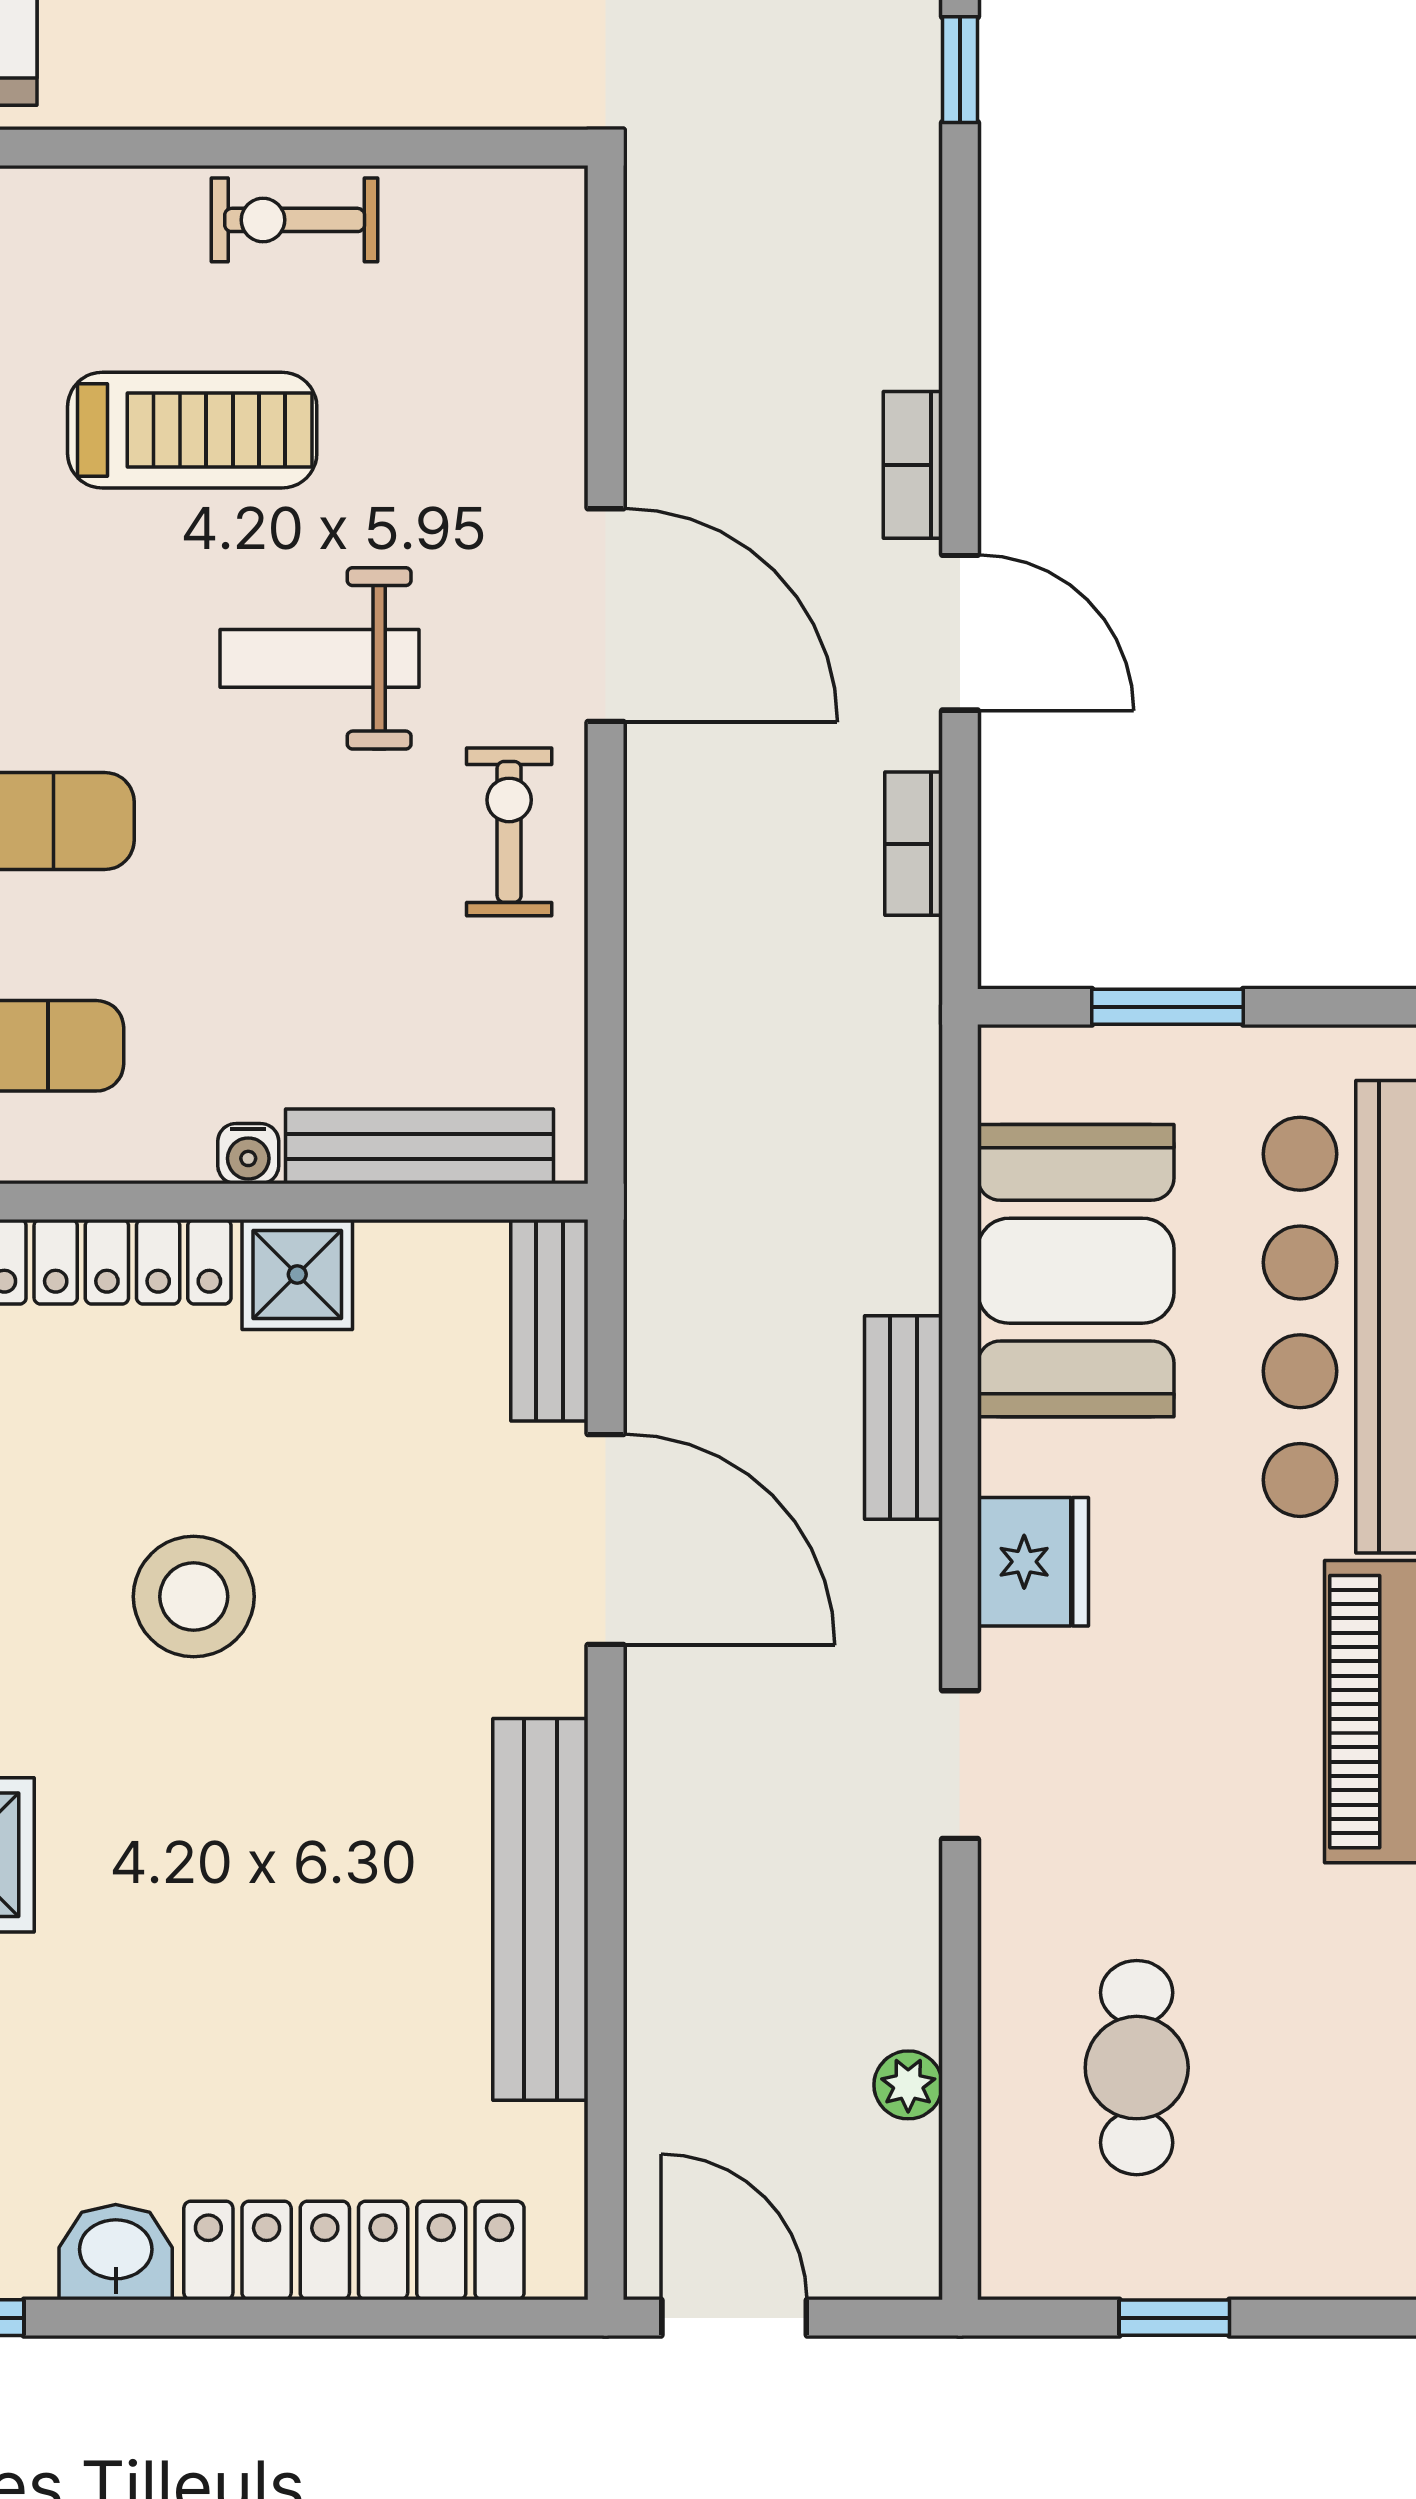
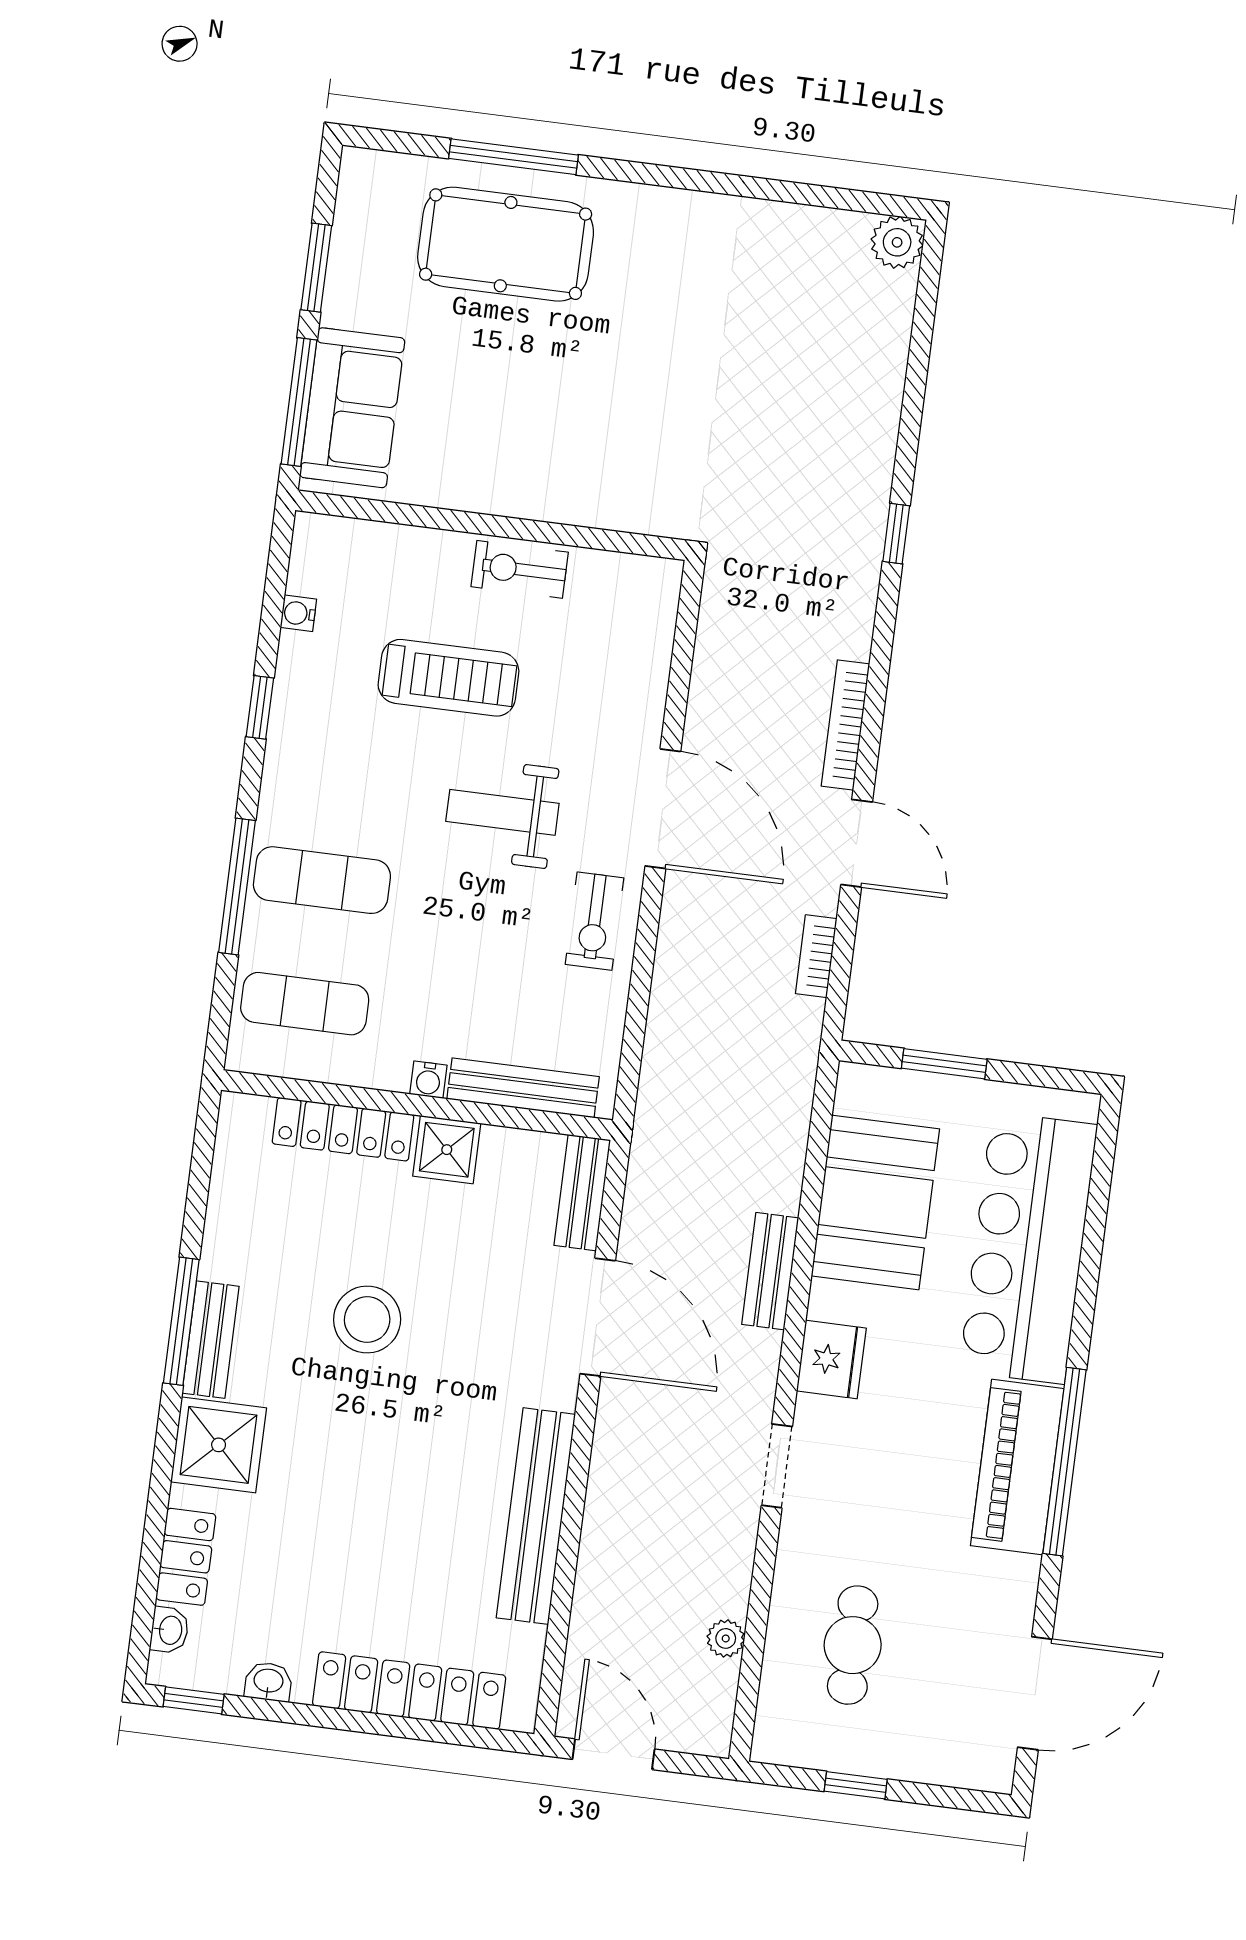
bookcase: (913, 465) -> (845, 725), width x1.56
exercise bike: (509, 832) -> (594, 921), turned 180
washbasin: (116, 2252) -> (268, 1682), width x0.72, depth x0.69

